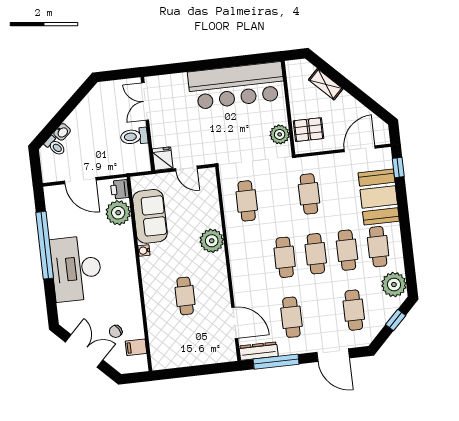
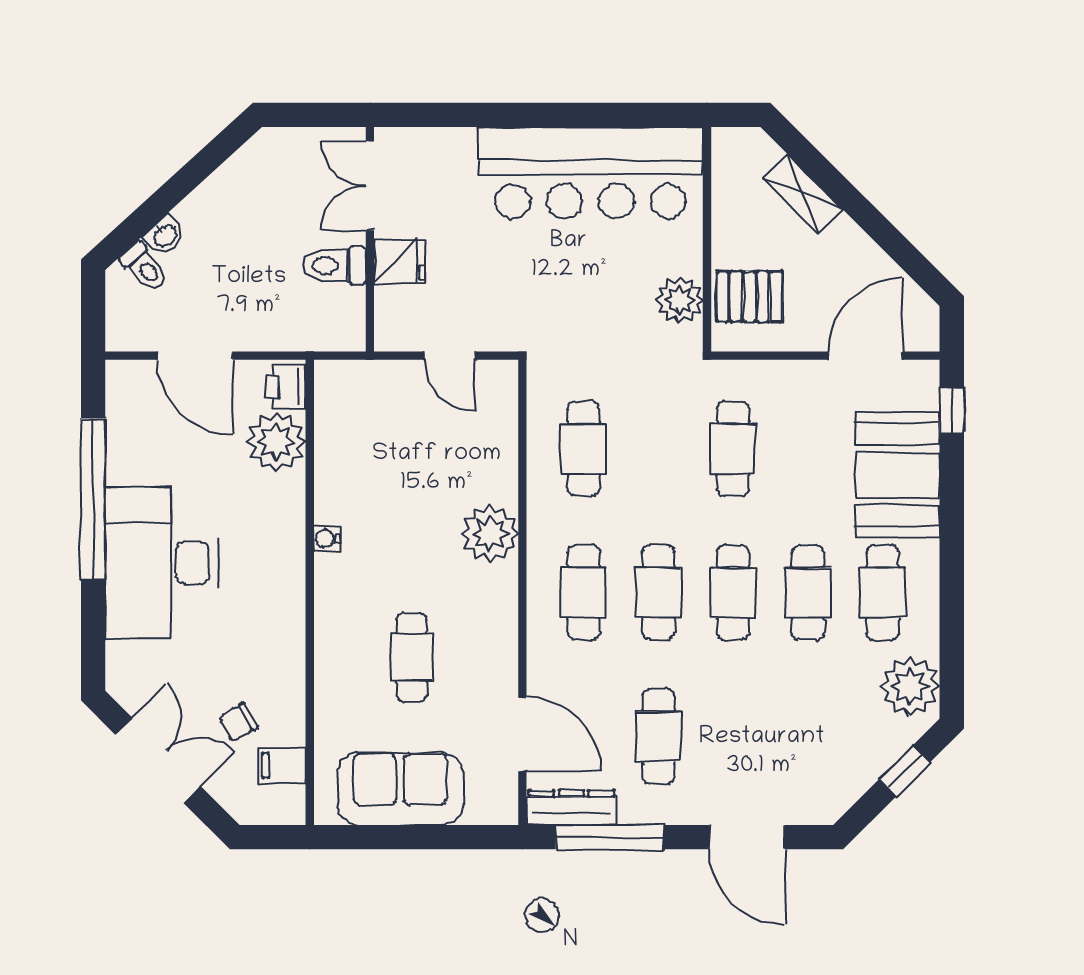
fridge: (163, 159) -> (400, 261), moved, turned 90
sofa: (150, 216) -> (400, 789), moved, turned -90
cafe table: (354, 310) -> (584, 592), moved

